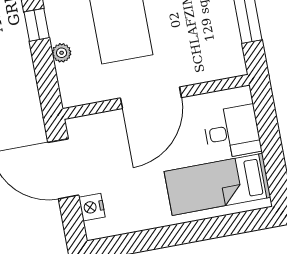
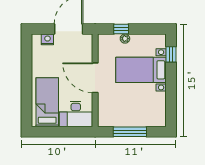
window: (37, 25) -> (121, 29), moved
desk: (232, 132) -> (76, 114), width x1.37

